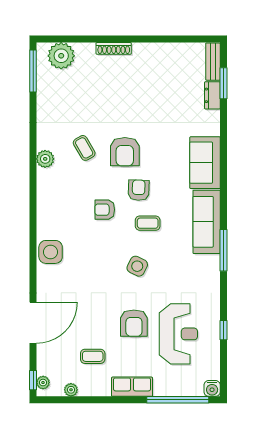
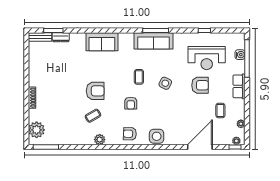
armchair: (139, 190) -> (130, 134), moved
sofa: (207, 222) -> (153, 41), moved
door: (33, 323) -> (200, 147), hinge flipped
reception desk: (178, 334) -> (207, 58), turned 180
water cooler: (212, 388) -> (240, 55), moved

